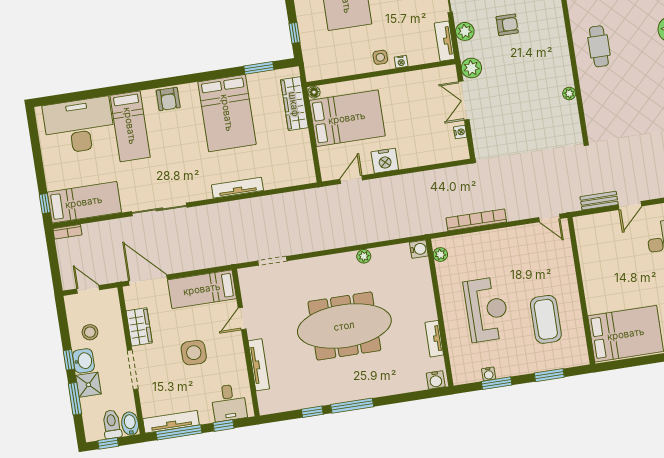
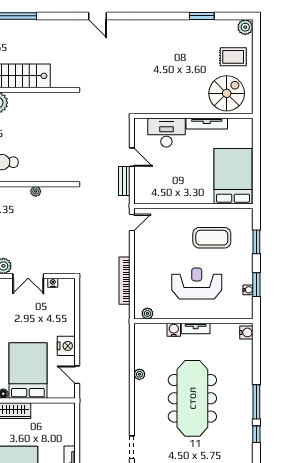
water cooler: (419, 249) -> (174, 330), moved
tv unit: (434, 339) -> (196, 329), moved

